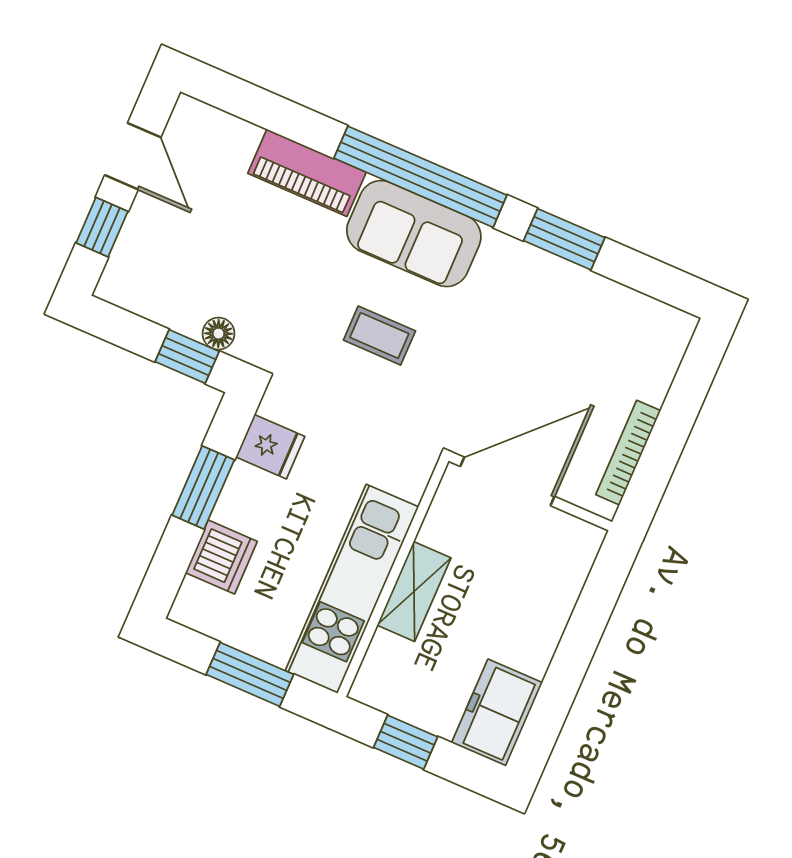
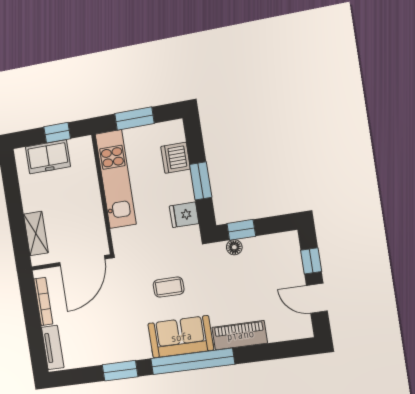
tv unit: (664, 357) -> (53, 347), added
shelving: (414, 591) -> (36, 233), moved
freezer: (497, 713) -> (48, 157), moved, turned 90

